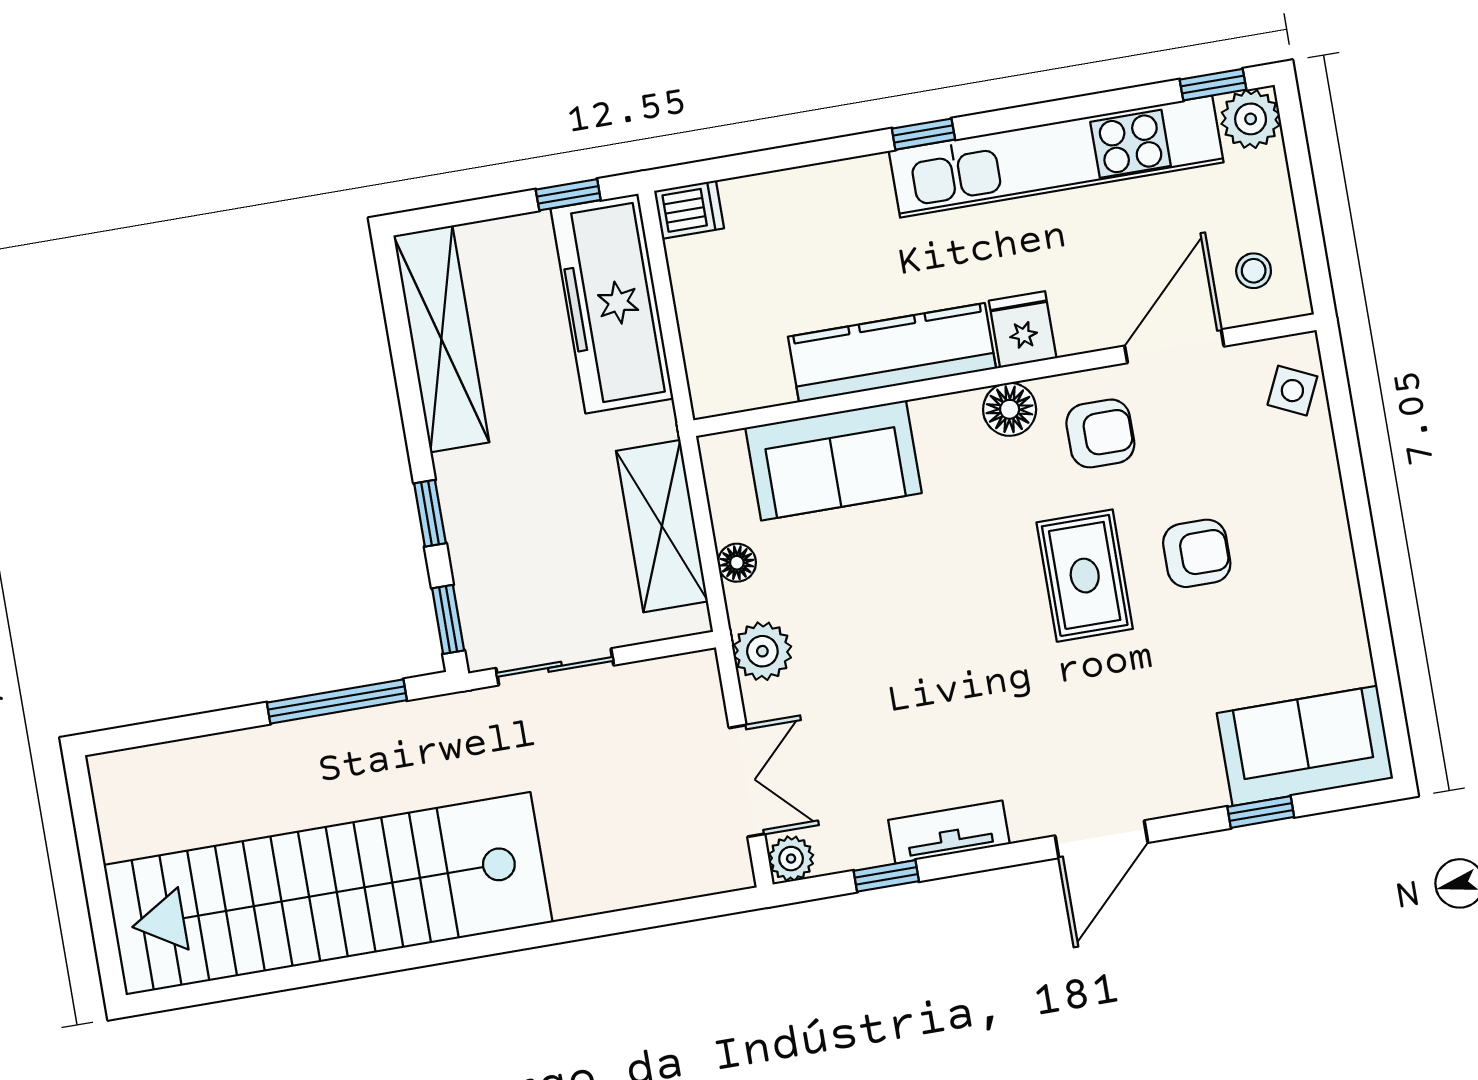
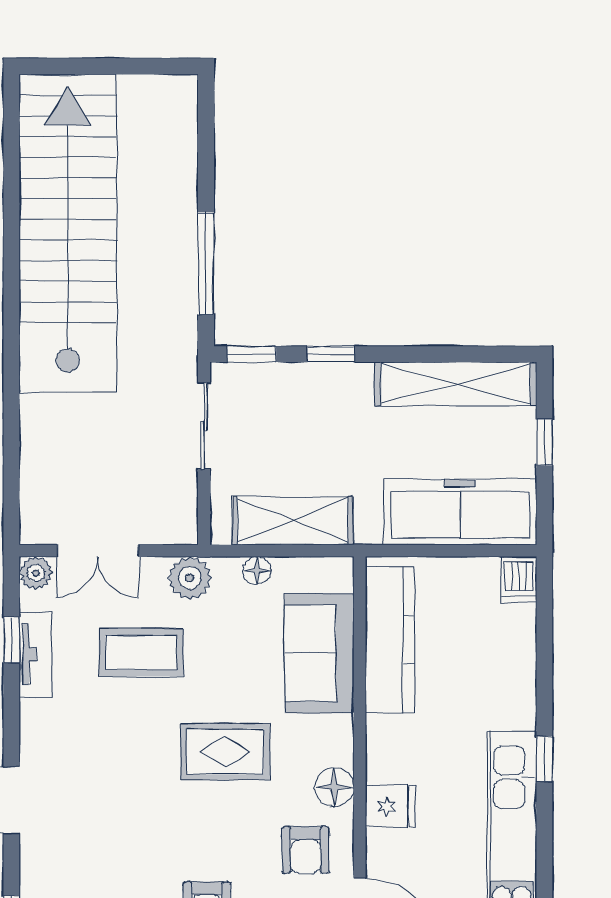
window: (568, 195) -> (544, 442), moved
kitchen counter: (892, 353) -> (390, 640), moved
rug: (1085, 576) -> (225, 752), moved
coffee table: (873, 699) -> (141, 652), added
tv unit: (949, 832) -> (36, 654), moved

